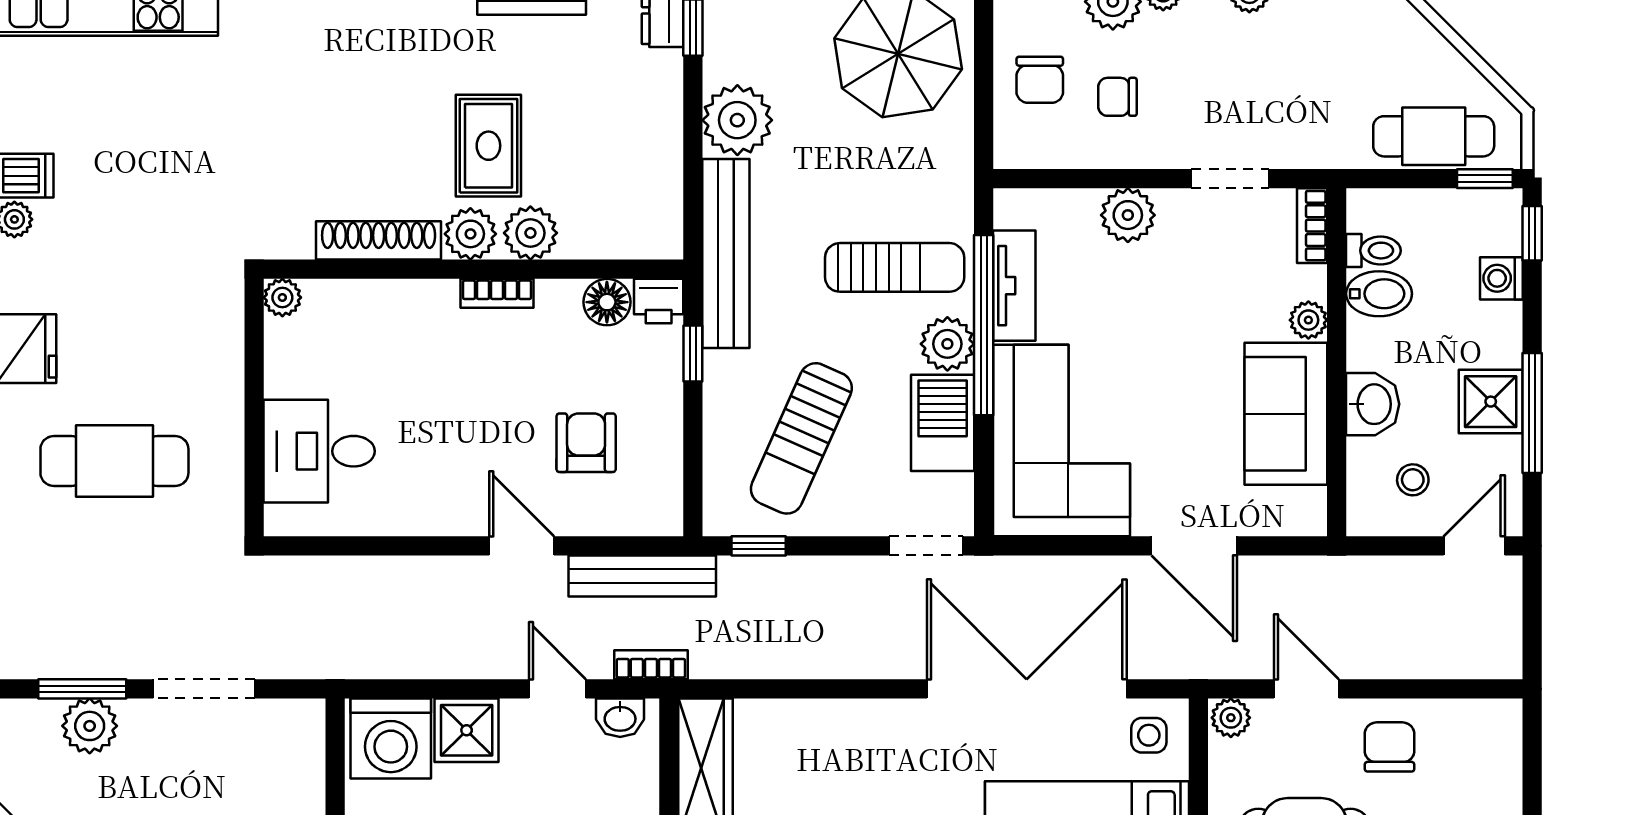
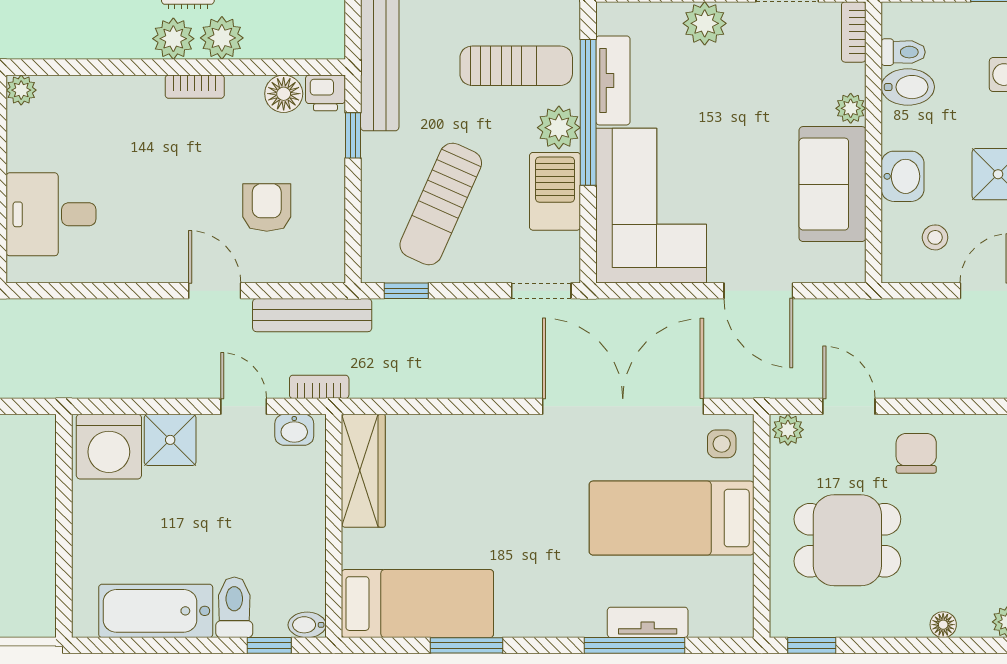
shoe rack: (379, 240) -> (99, 44), removed

